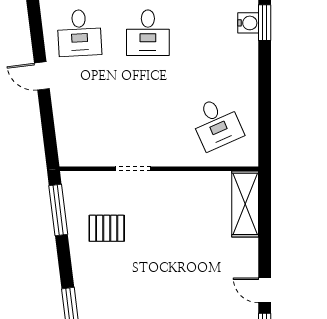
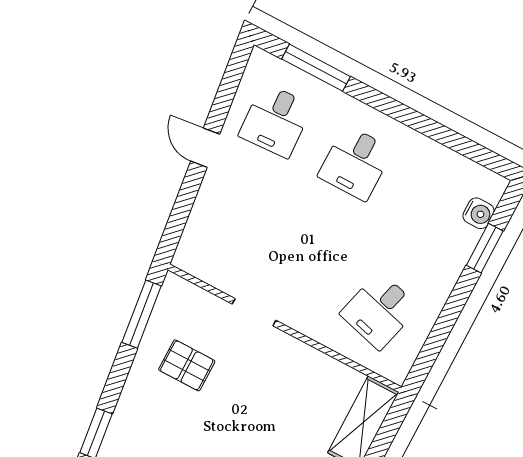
window: (265, 23) -> (485, 248), moved
desk: (216, 123) -> (380, 311), turned 39

